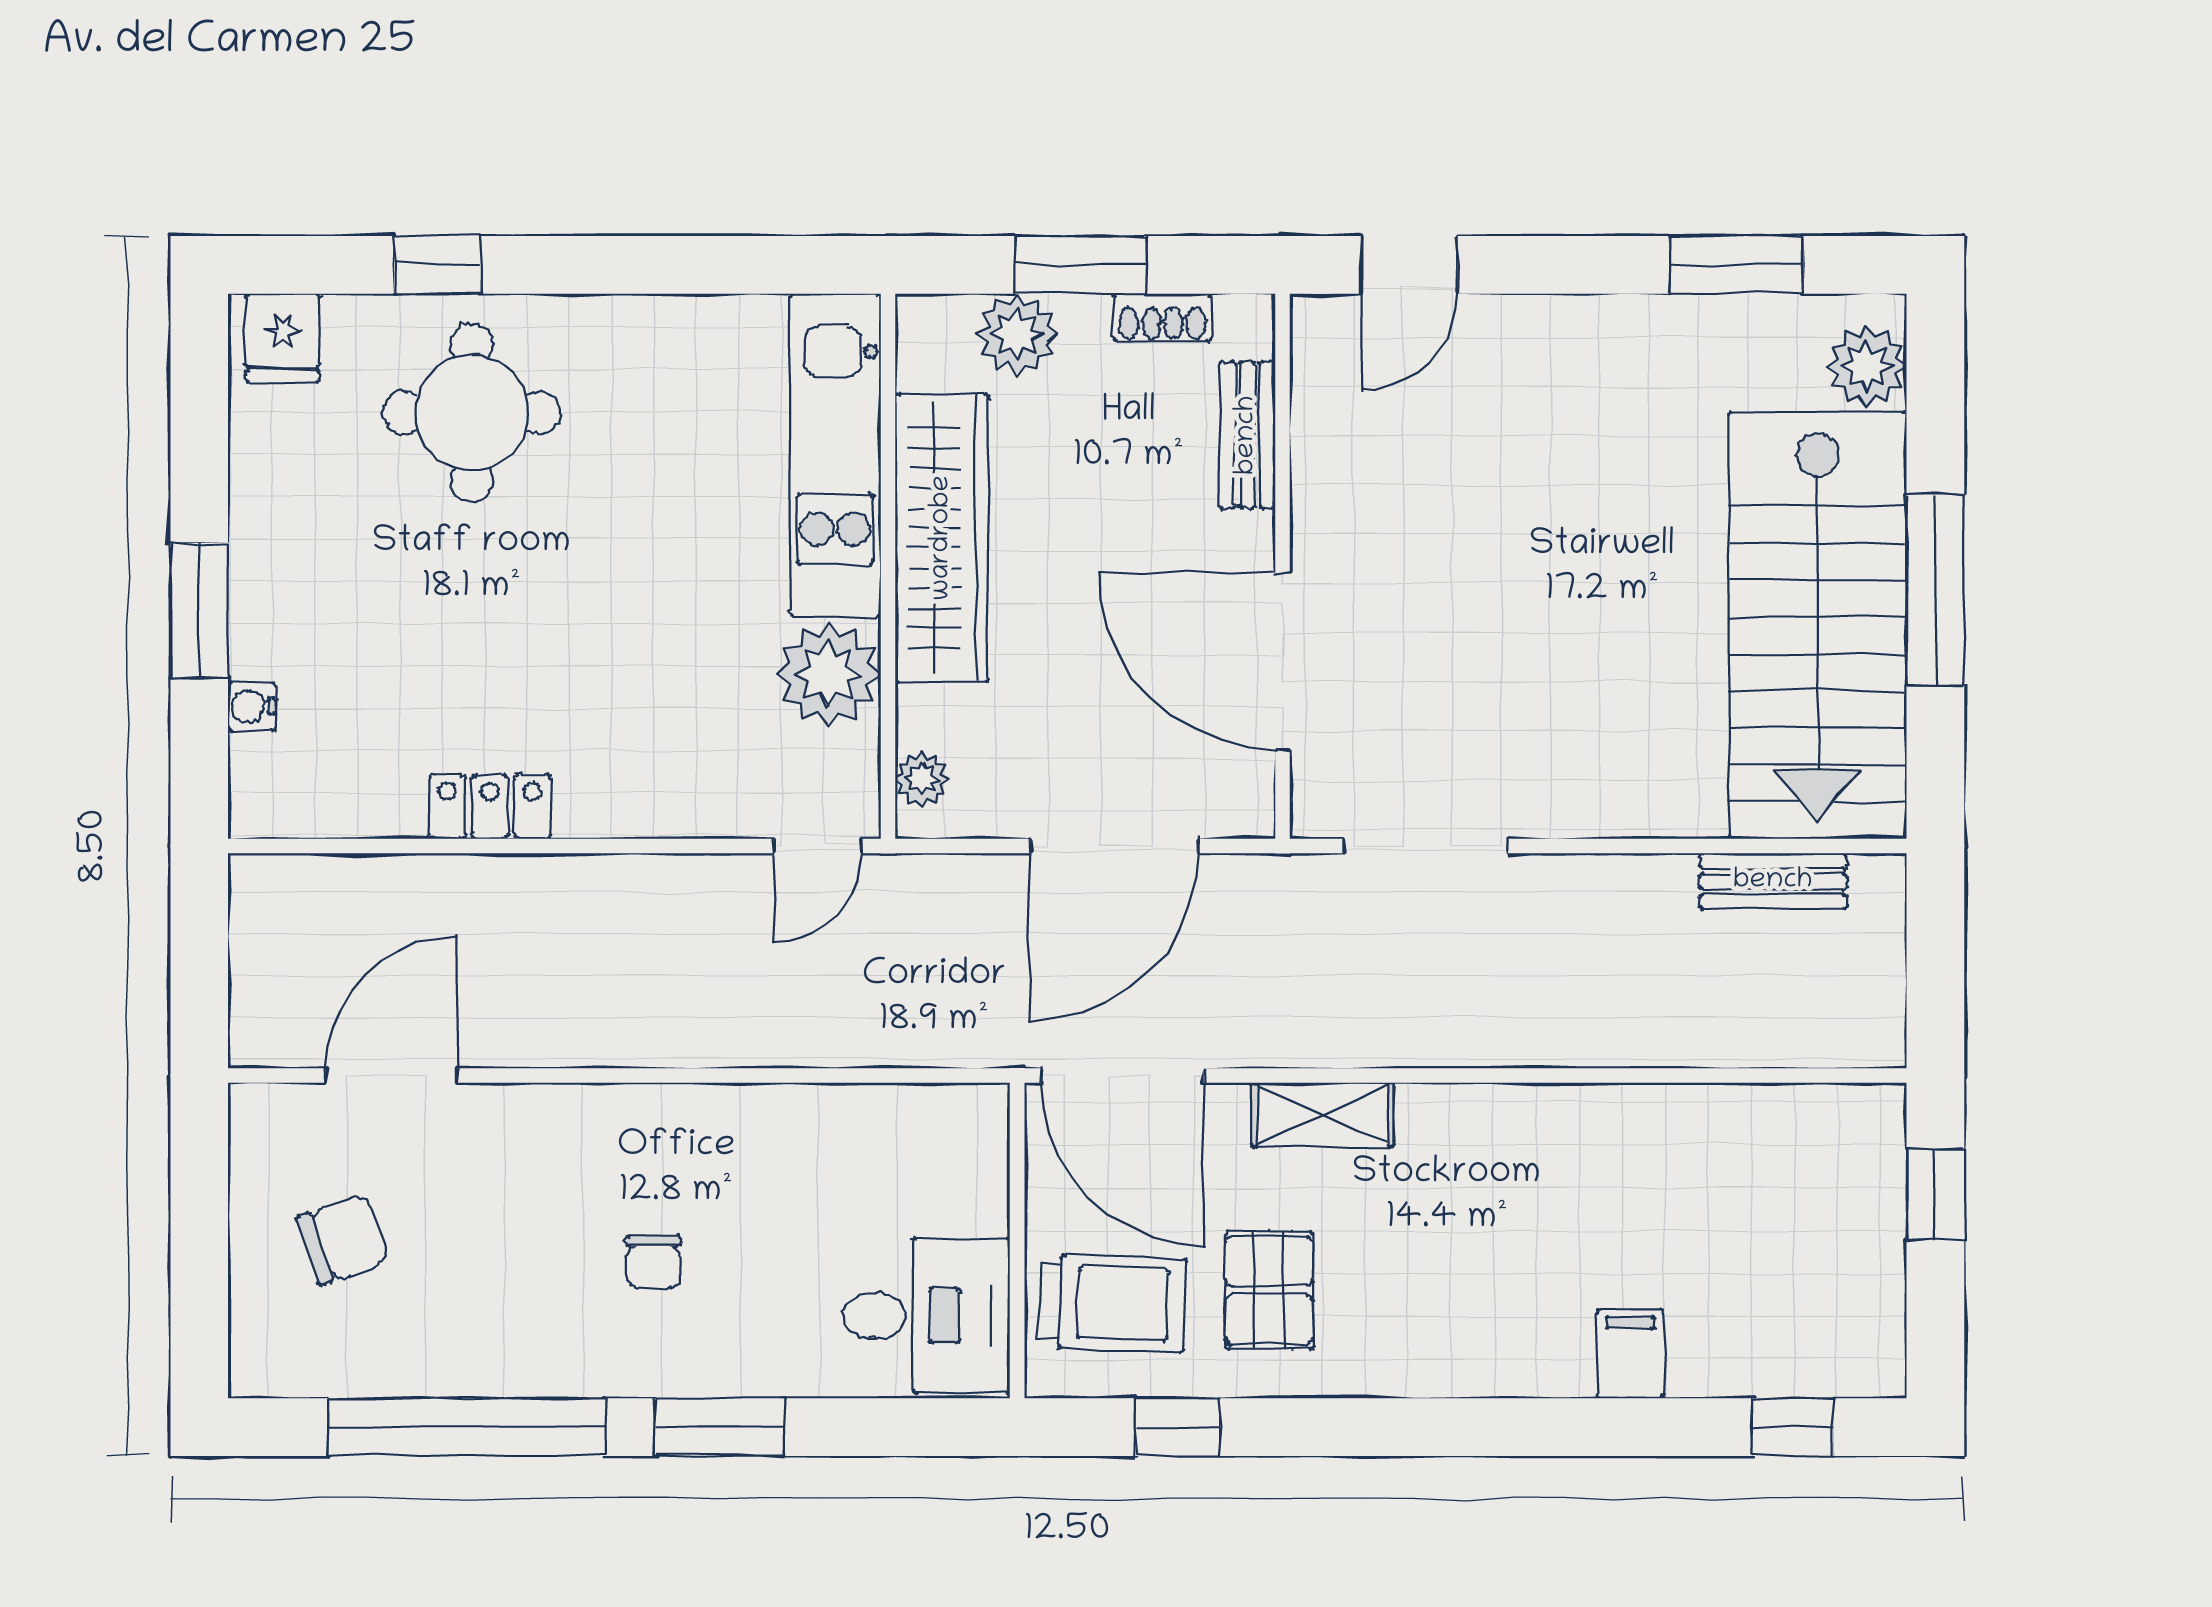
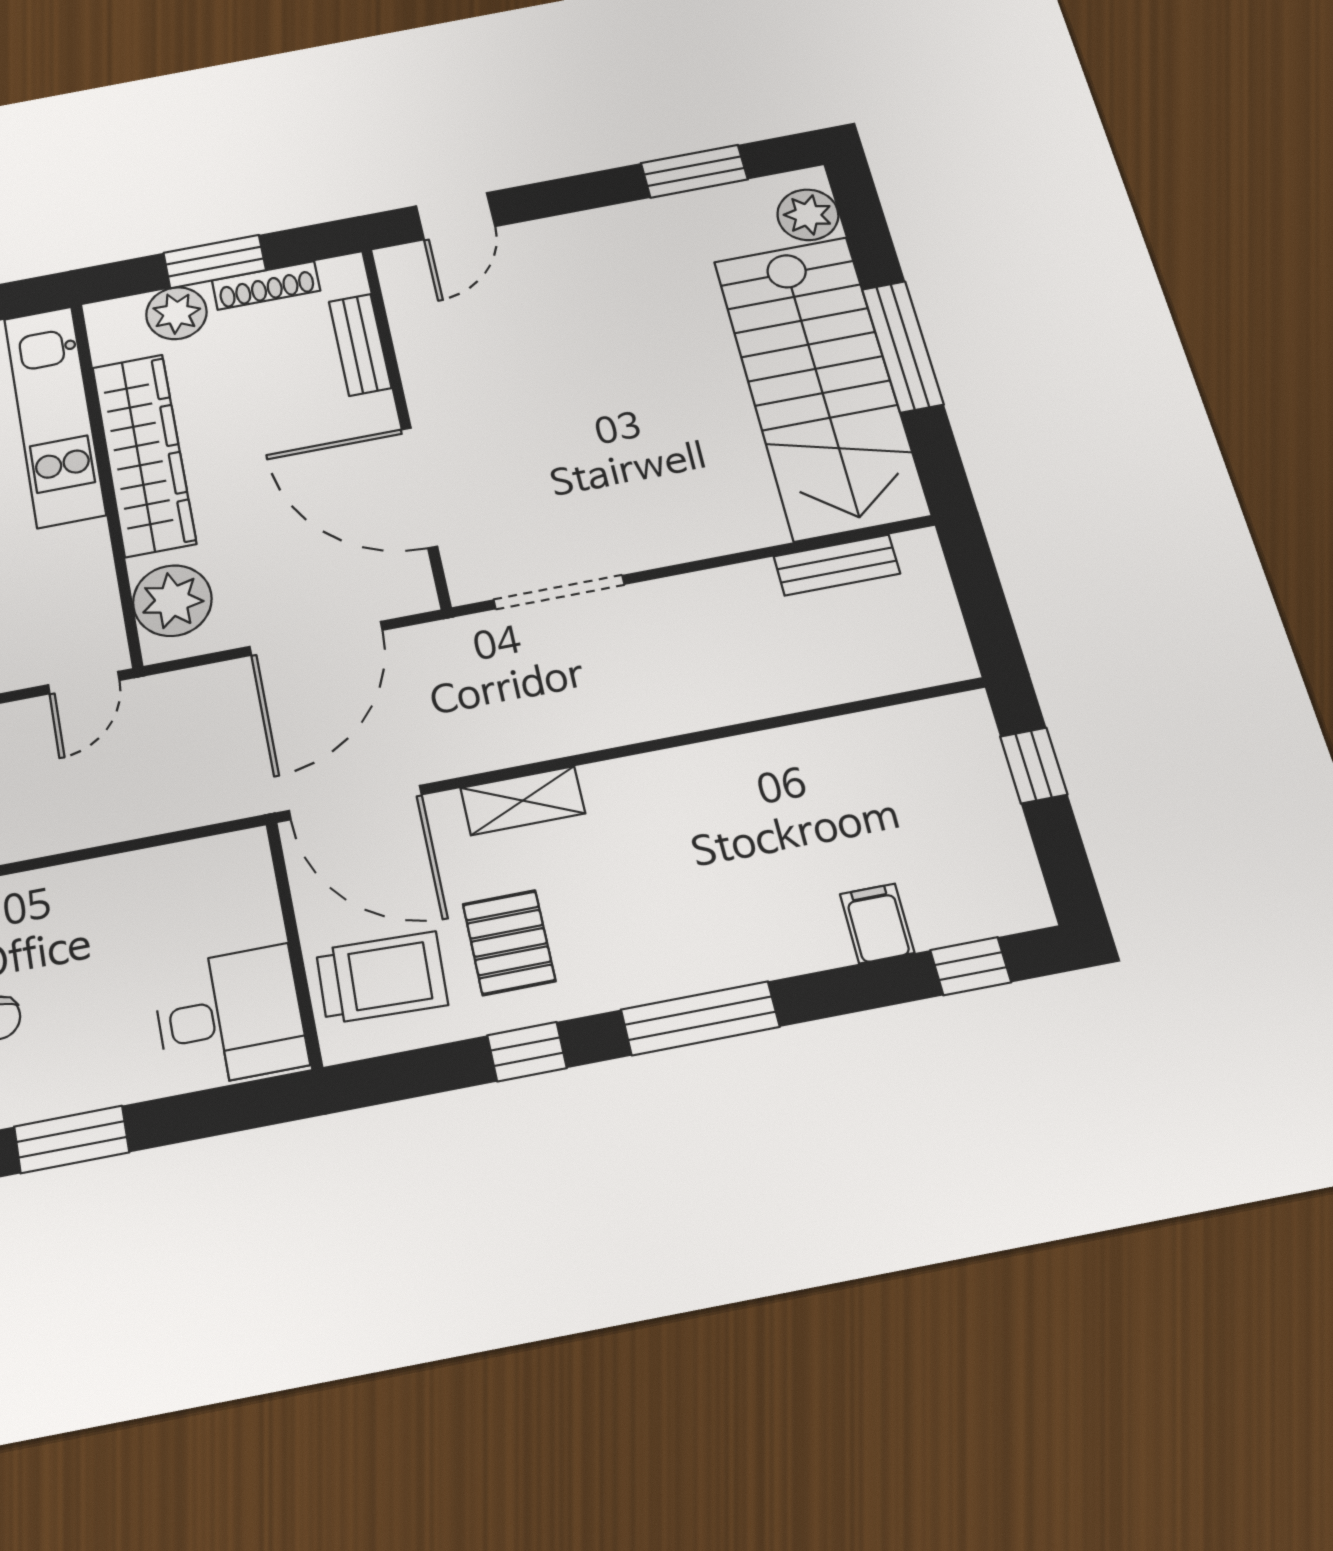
shoe rack: (1162, 317) -> (266, 285), width x1.43
plant: (829, 674) -> (73, 562), removed
plant: (922, 779) -> (172, 601), width x1.88, depth x1.88
filing cabinet: (1630, 1354) -> (877, 923), moved
window: (1177, 1427) -> (527, 1052), moved
window: (1469, 1427) -> (700, 1018), added

